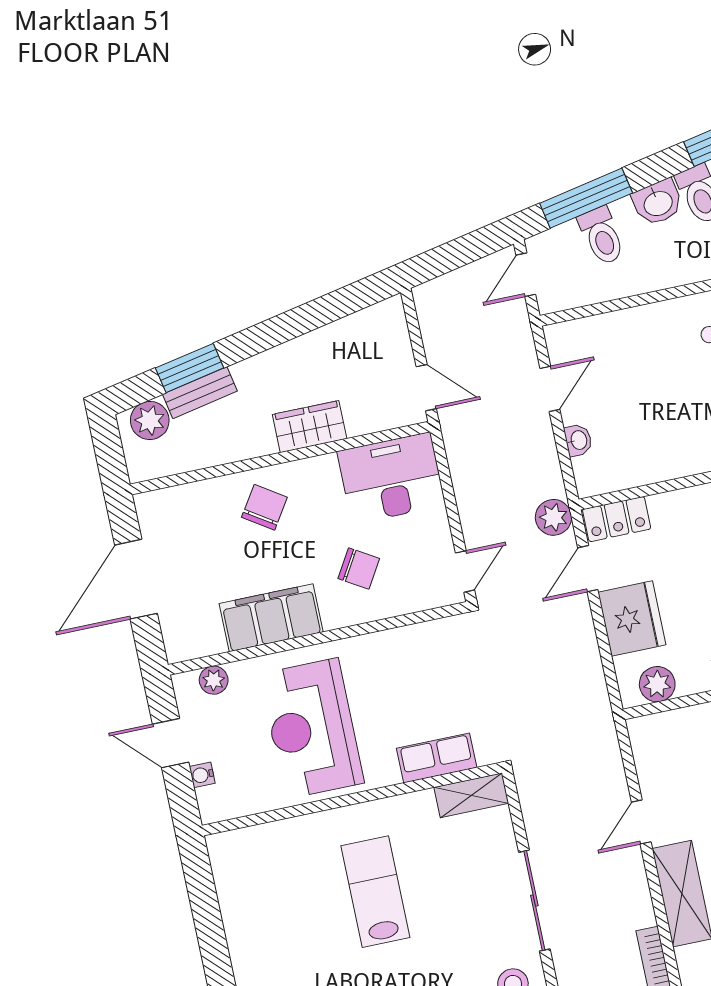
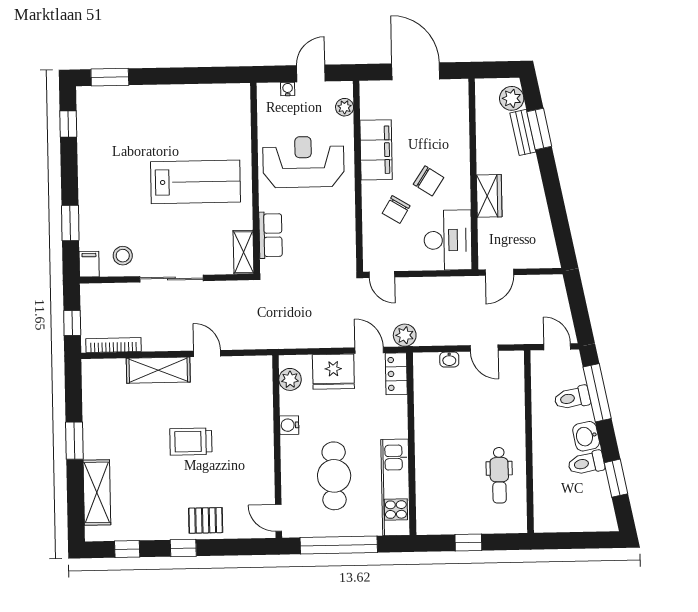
chair: (264, 507) -> (429, 181), moved
lab bench: (375, 892) -> (196, 182), width x1.36, depth x1.39

